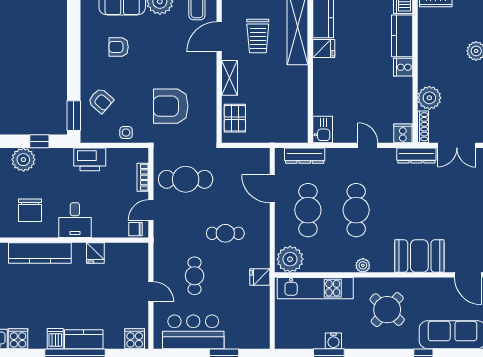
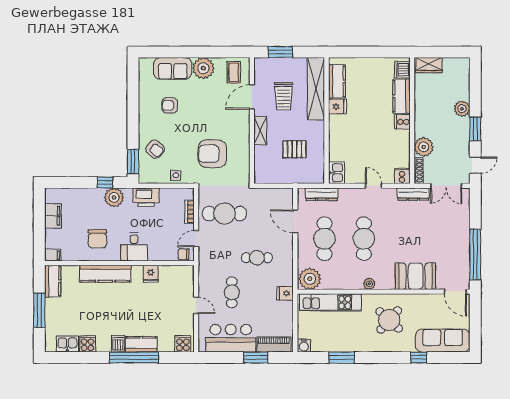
pallet: (235, 118) -> (294, 149), moved, turned 90
plant: (23, 160) -> (114, 197), moved
piano: (246, 340) -> (274, 345), added
water cooler: (333, 341) -> (304, 346), moved

